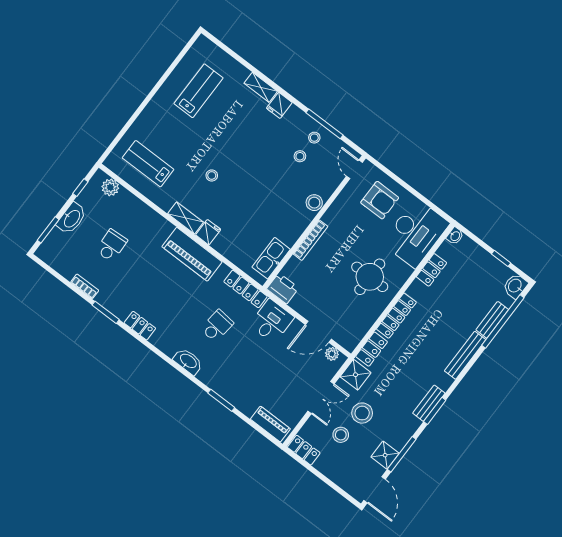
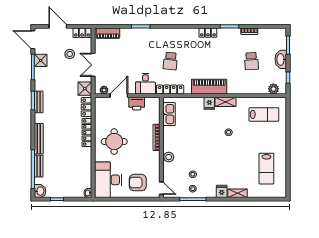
locker: (431, 270) -> (87, 168), removed
printer: (283, 288) -> (137, 104), moved
washbasin: (188, 361) -> (171, 33), removed
stool: (362, 413) -> (67, 72), removed
door: (329, 482) -> (58, 26), added

